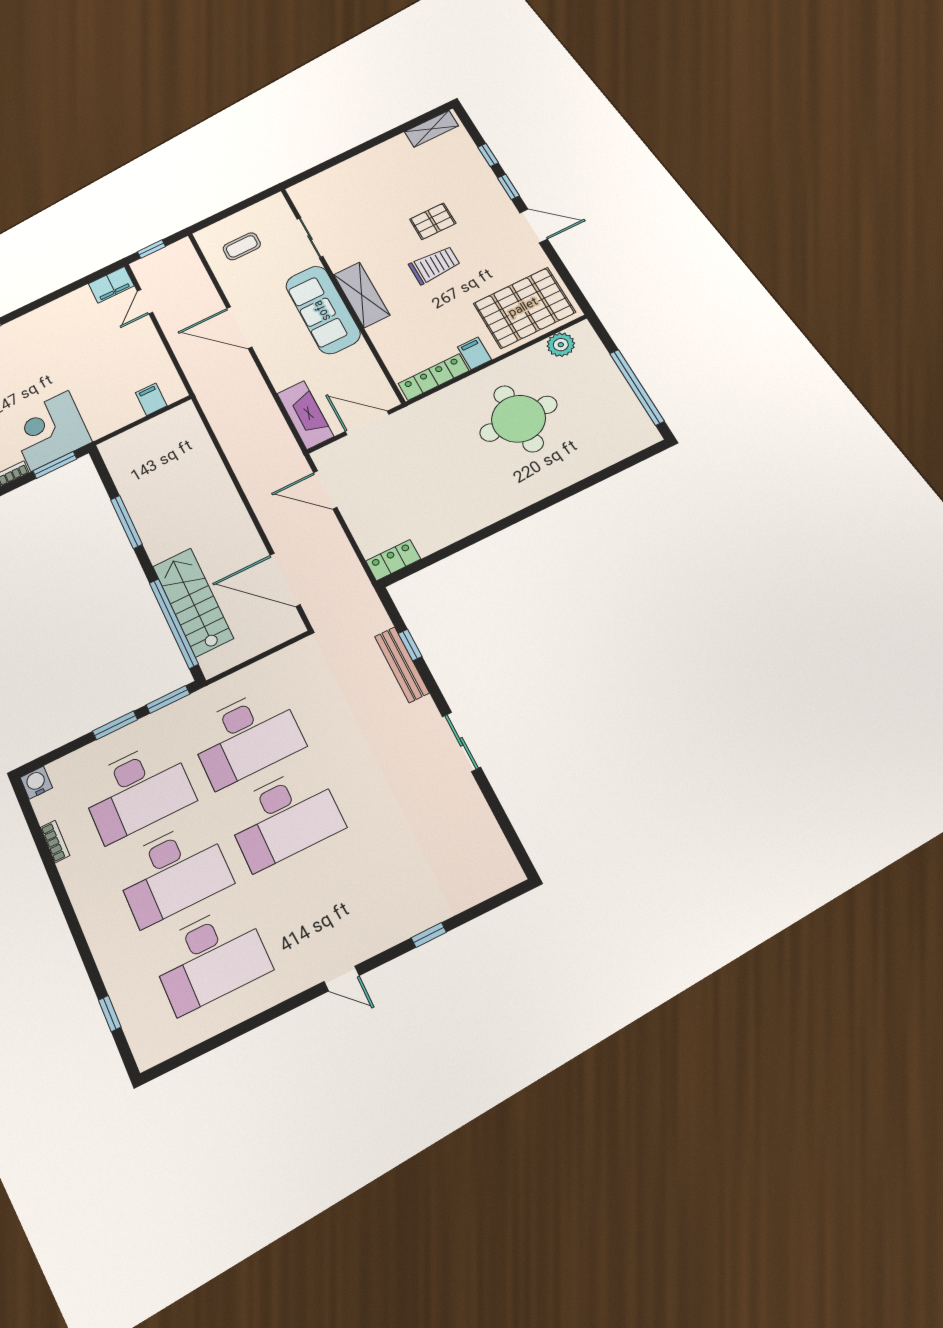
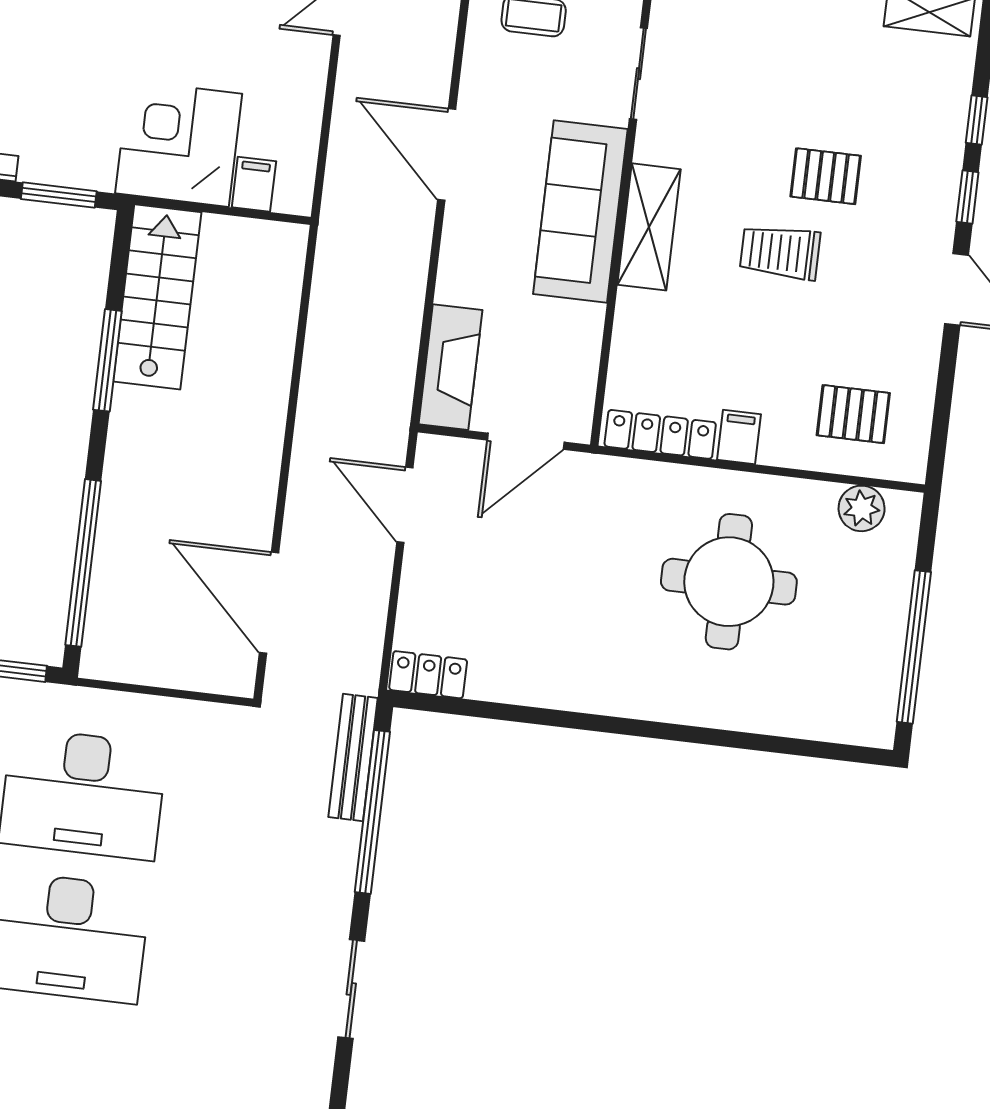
trolley: (435, 265) -> (780, 252), turned 180
pallet: (524, 308) -> (853, 414), width x0.49, depth x0.50
door: (367, 423) -> (526, 441), swing flipped
corner desk: (50, 431) -> (179, 143), moved
stairs: (193, 602) -> (157, 297), moved
window: (410, 645) -> (372, 812), width x3.17
bench: (402, 665) -> (353, 758), moved

